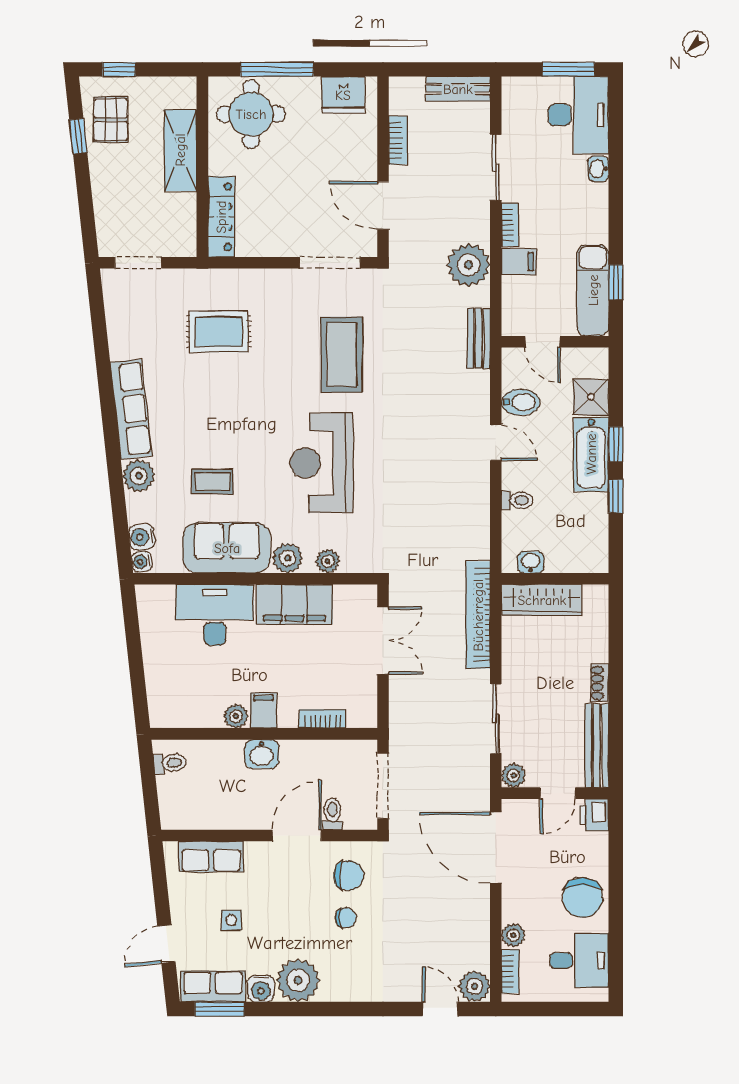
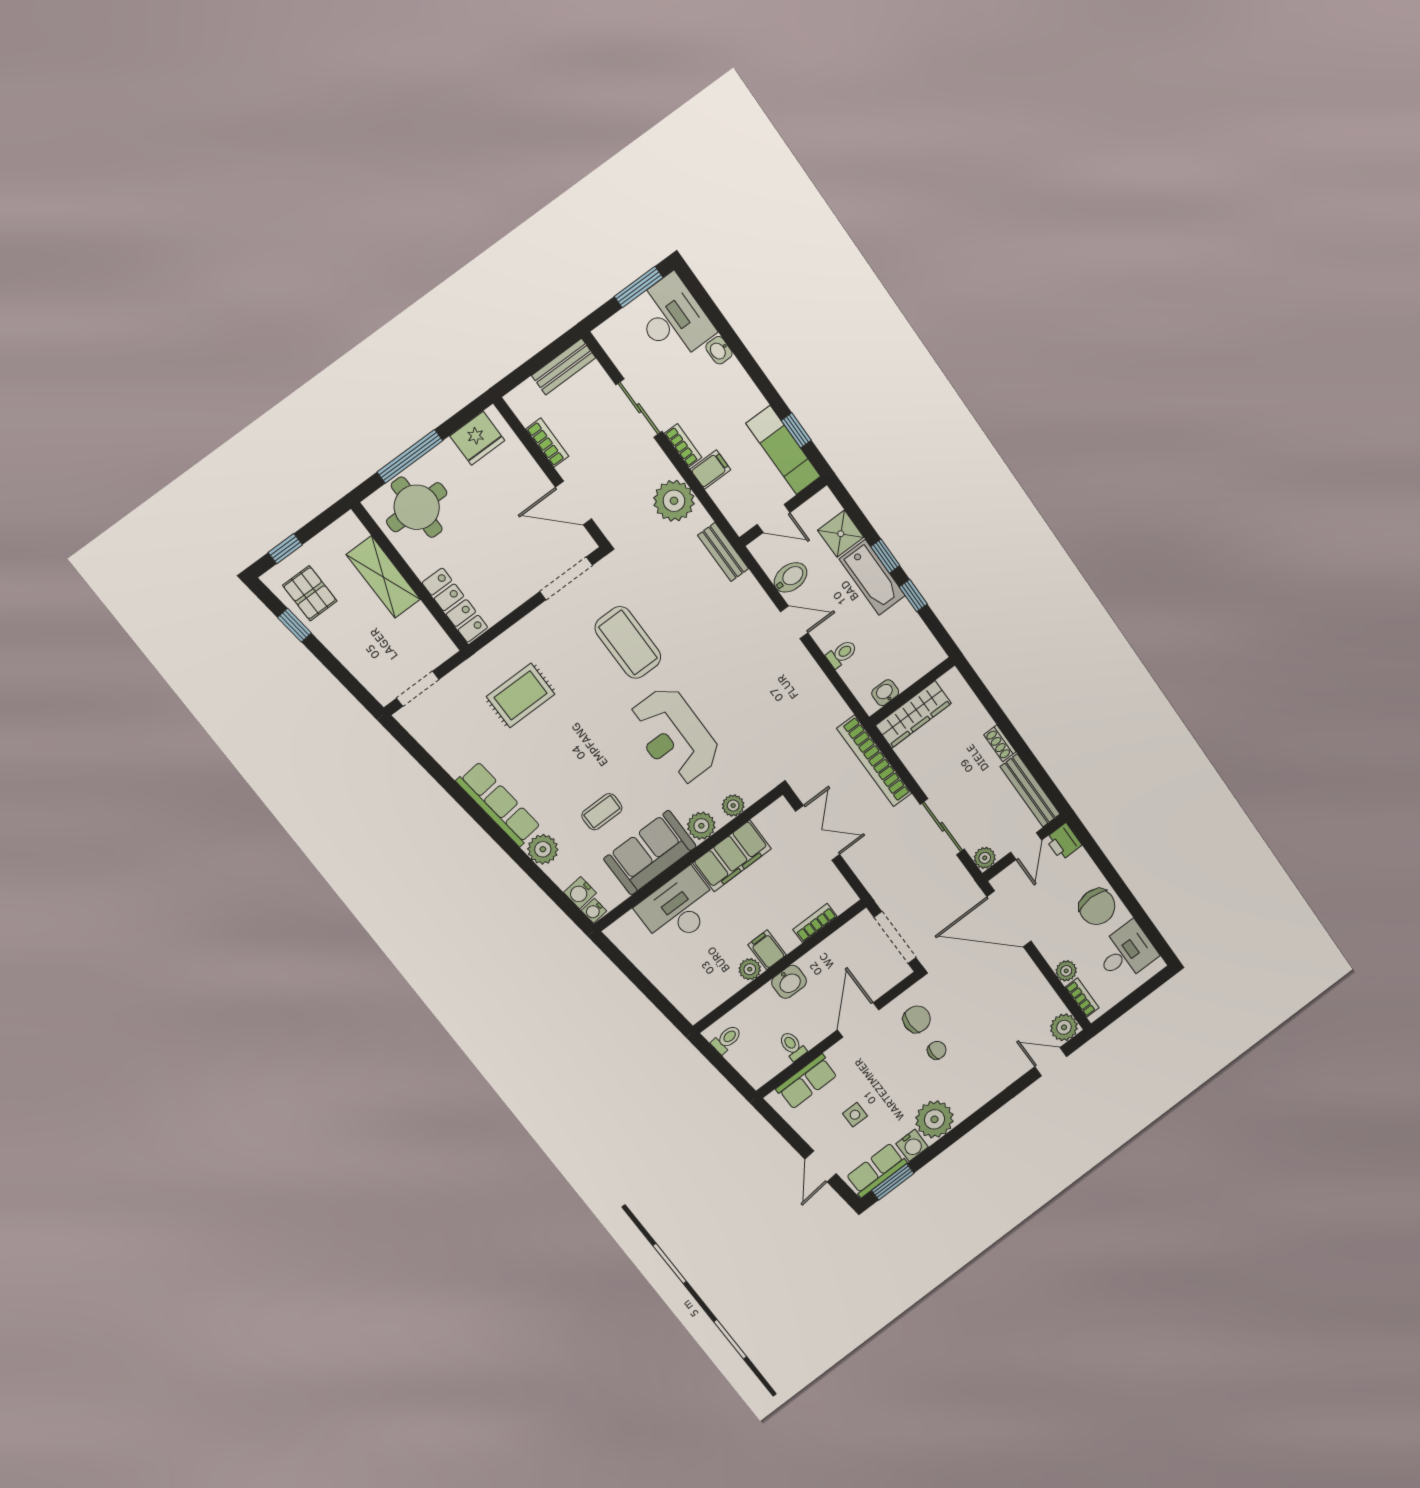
toilet: (332, 814) -> (792, 1046), moved

